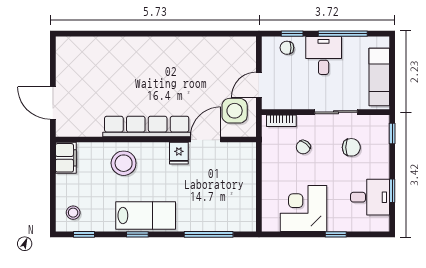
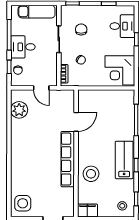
plant: (224, 50) -> (19, 110), added
side table: (235, 111) -> (23, 203), moved
door: (206, 140) -> (76, 122), swing flipped
fridge: (179, 153) -> (85, 139), removed
desk: (370, 197) -> (122, 26), moved, turned 90
corner desk: (304, 209) -> (120, 70), moved

